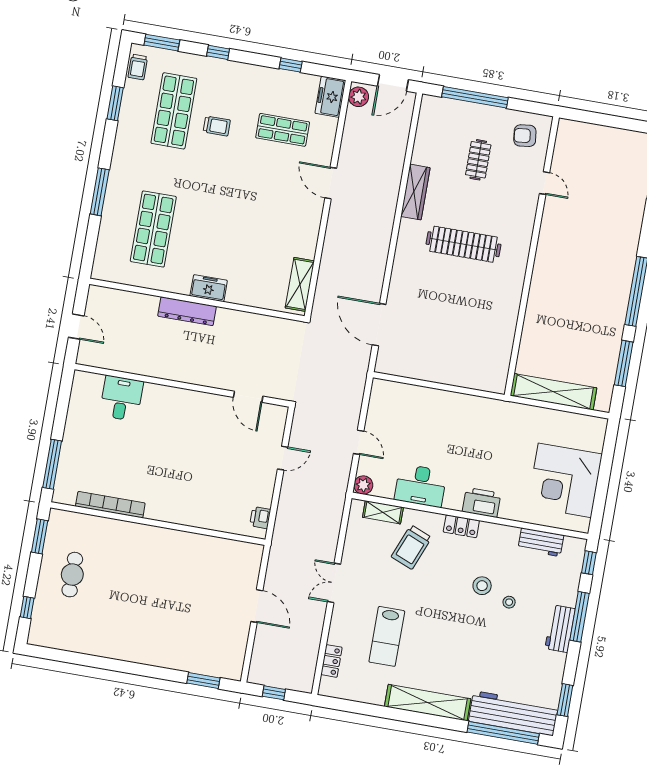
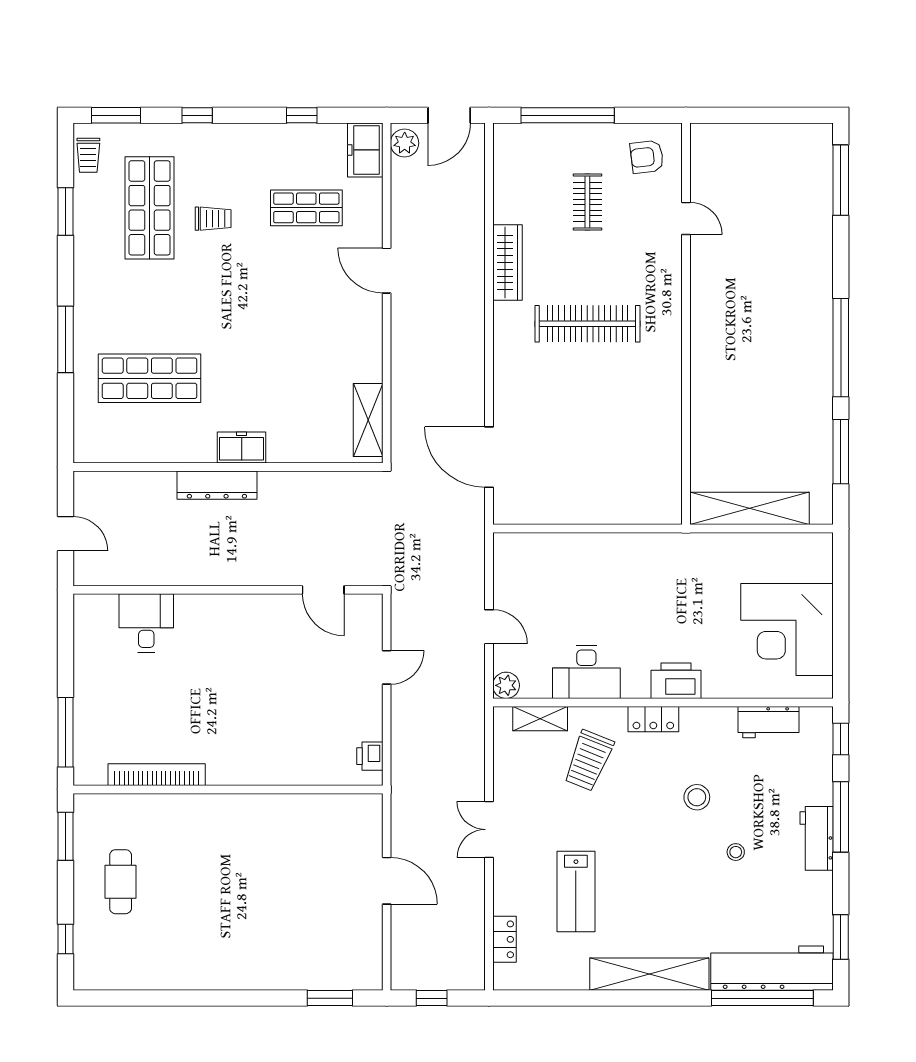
shop shelf: (153, 229) -> (150, 378), turned 90
stool: (509, 602) -> (736, 852), moved

